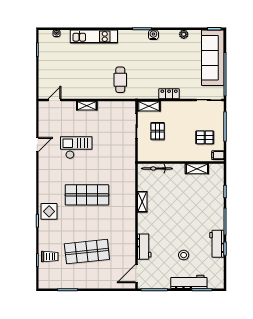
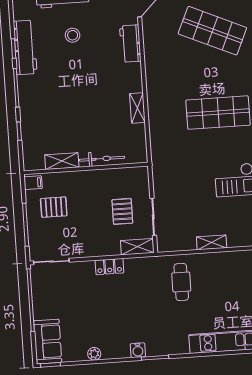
sofa: (213, 58) -> (48, 342), width x0.54, depth x0.79
shelving: (87, 106) -> (212, 242), moved
bicycle: (157, 168) -> (102, 159), moved
workbench: (217, 244) -> (25, 47), width x1.38
shop shelf: (87, 252) -> (212, 31), turned 30

